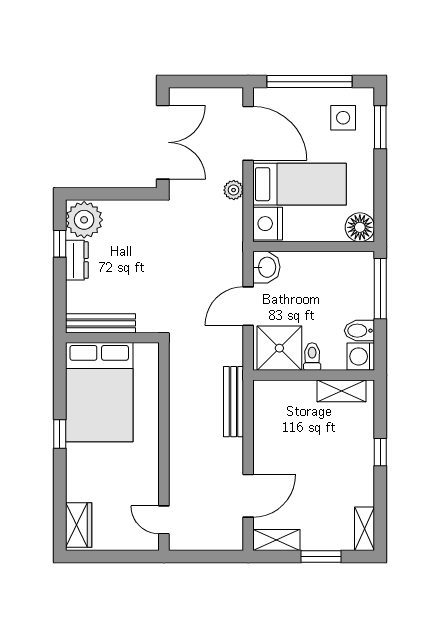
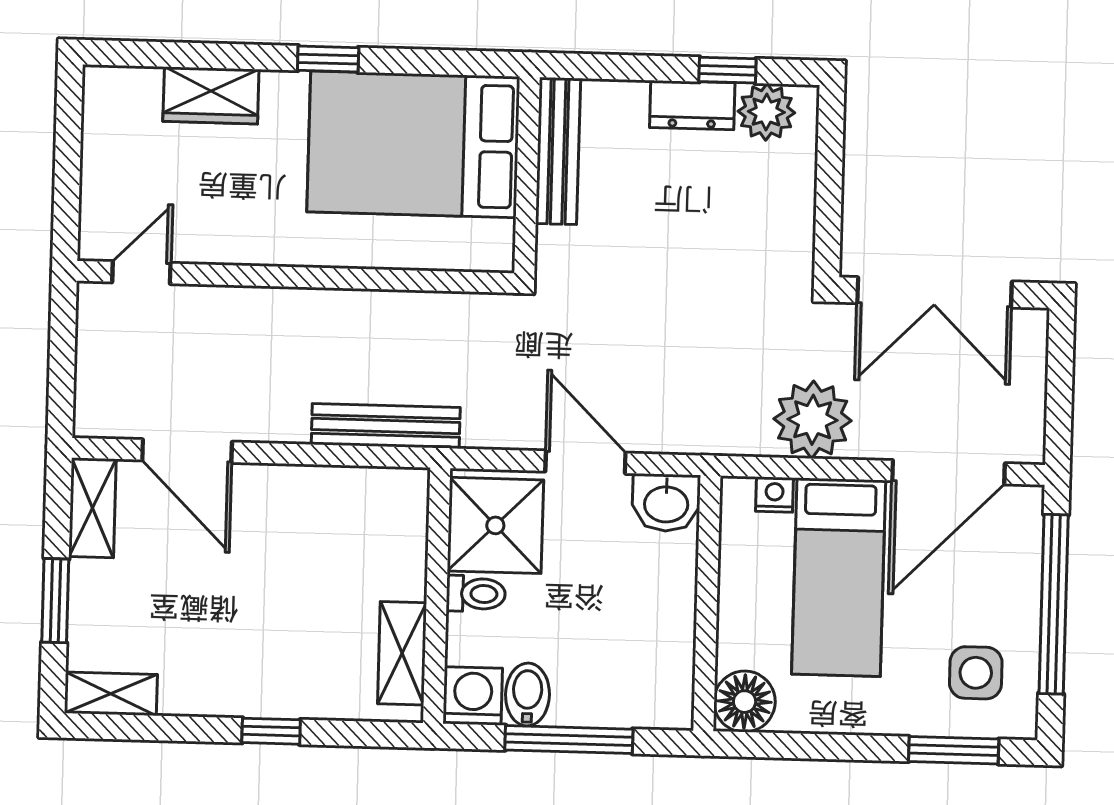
plant: (234, 190) -> (813, 420), width x1.87, depth x1.87
plant: (84, 220) -> (766, 112), width x0.73, depth x0.73
nightstand: (268, 224) -> (774, 495), width x0.53, depth x0.56
window: (380, 289) -> (569, 740), moved
wardrobe: (79, 525) -> (211, 95), moved

